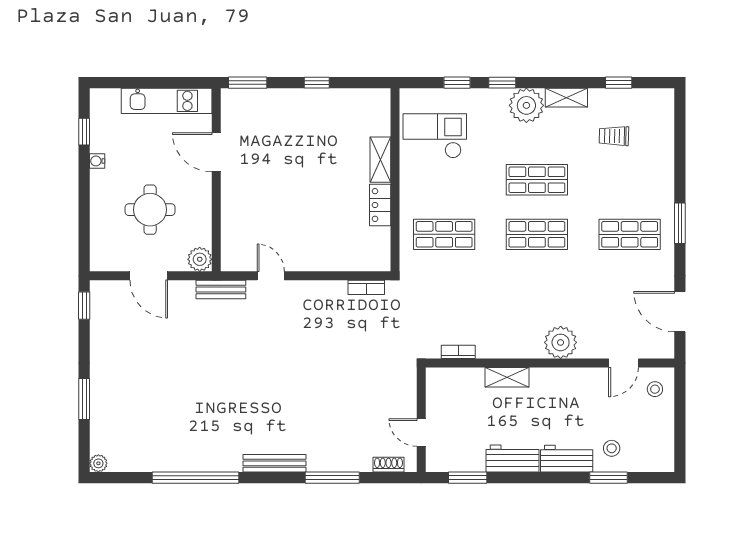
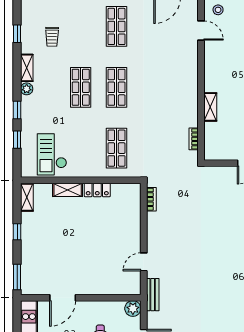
shelving: (369, 98) -> (27, 197), added
plant: (526, 105) -> (27, 89), width x0.53, depth x0.53
plant: (561, 342) -> (187, 72), removed

